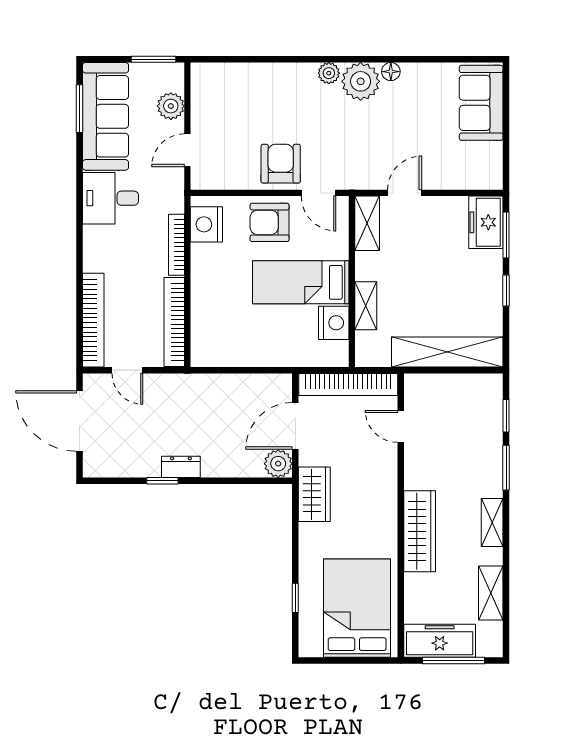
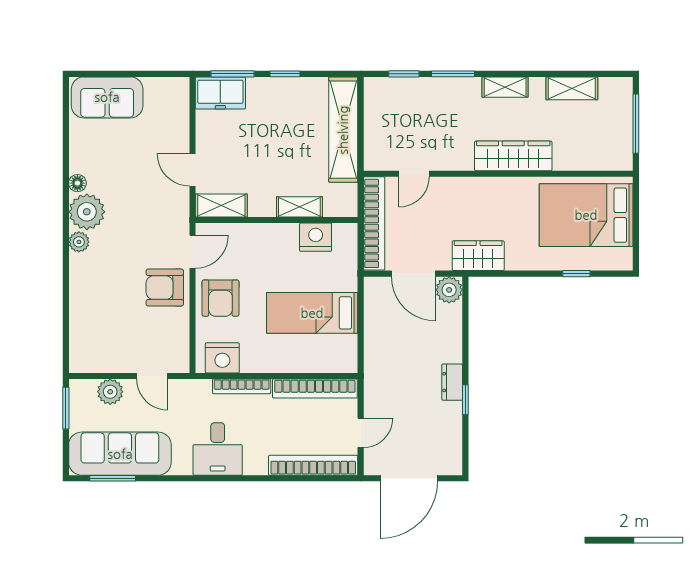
desk: (110, 198) -> (218, 449), moved
bed: (301, 282) -> (312, 313), moved, turned 90
freezer: (440, 641) -> (617, 137), removed

